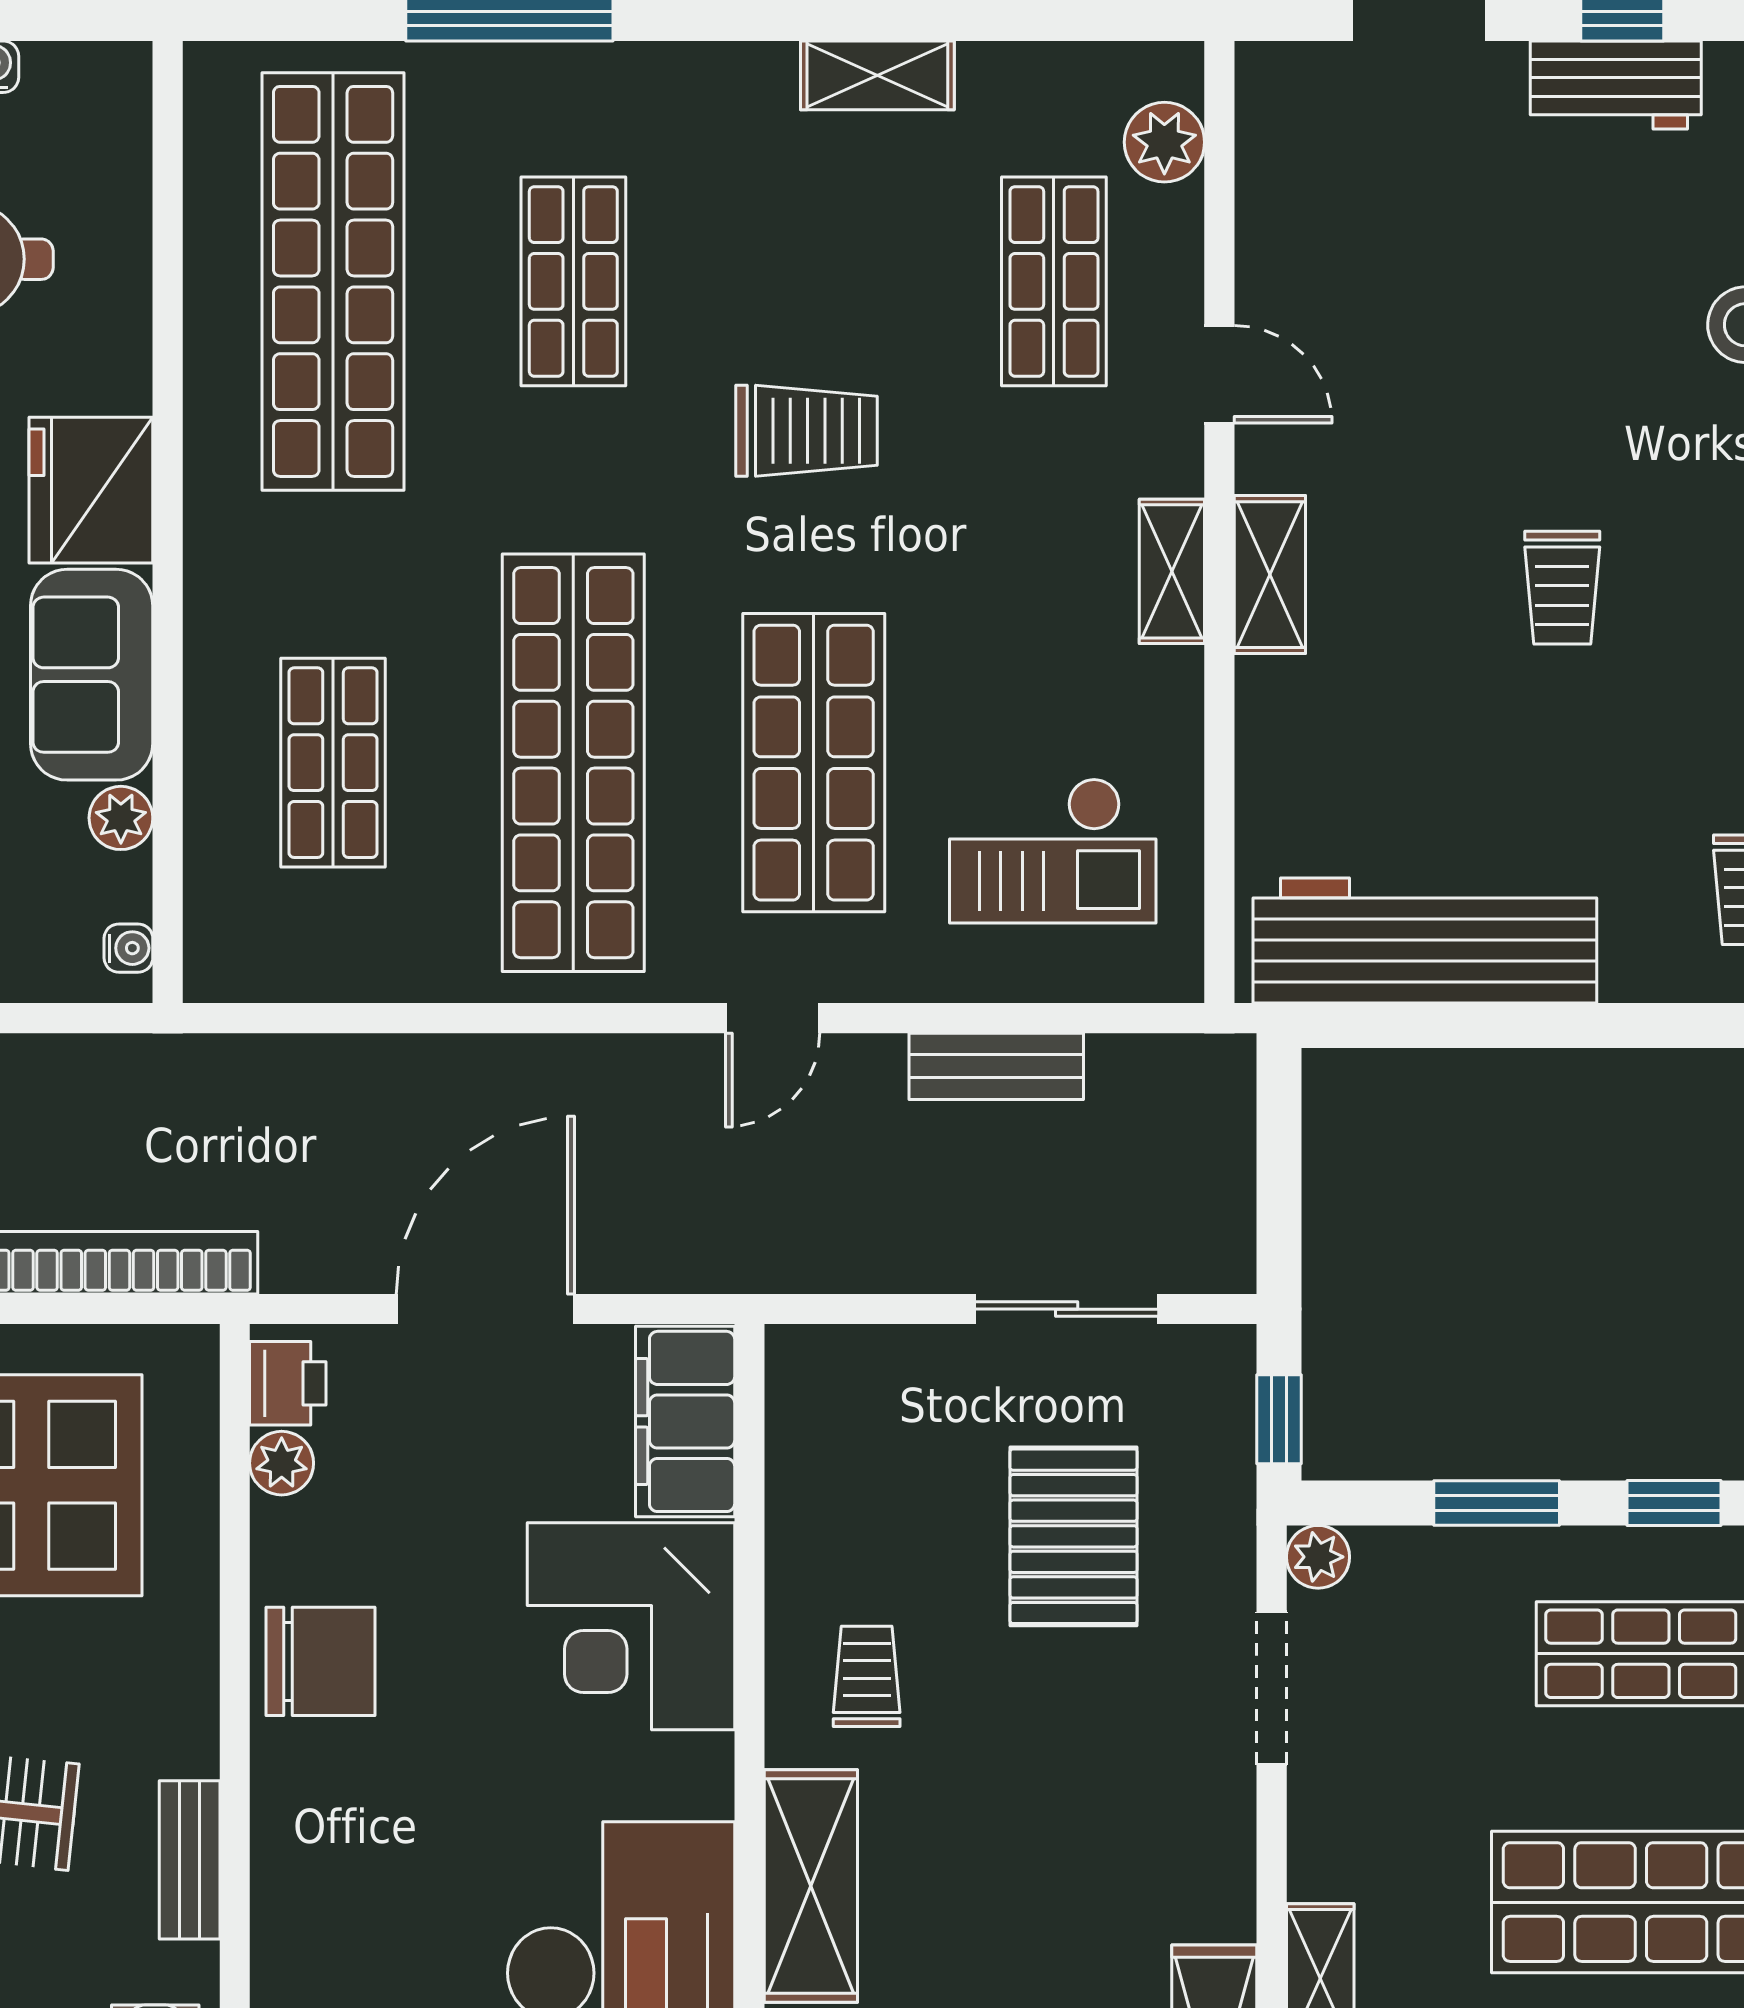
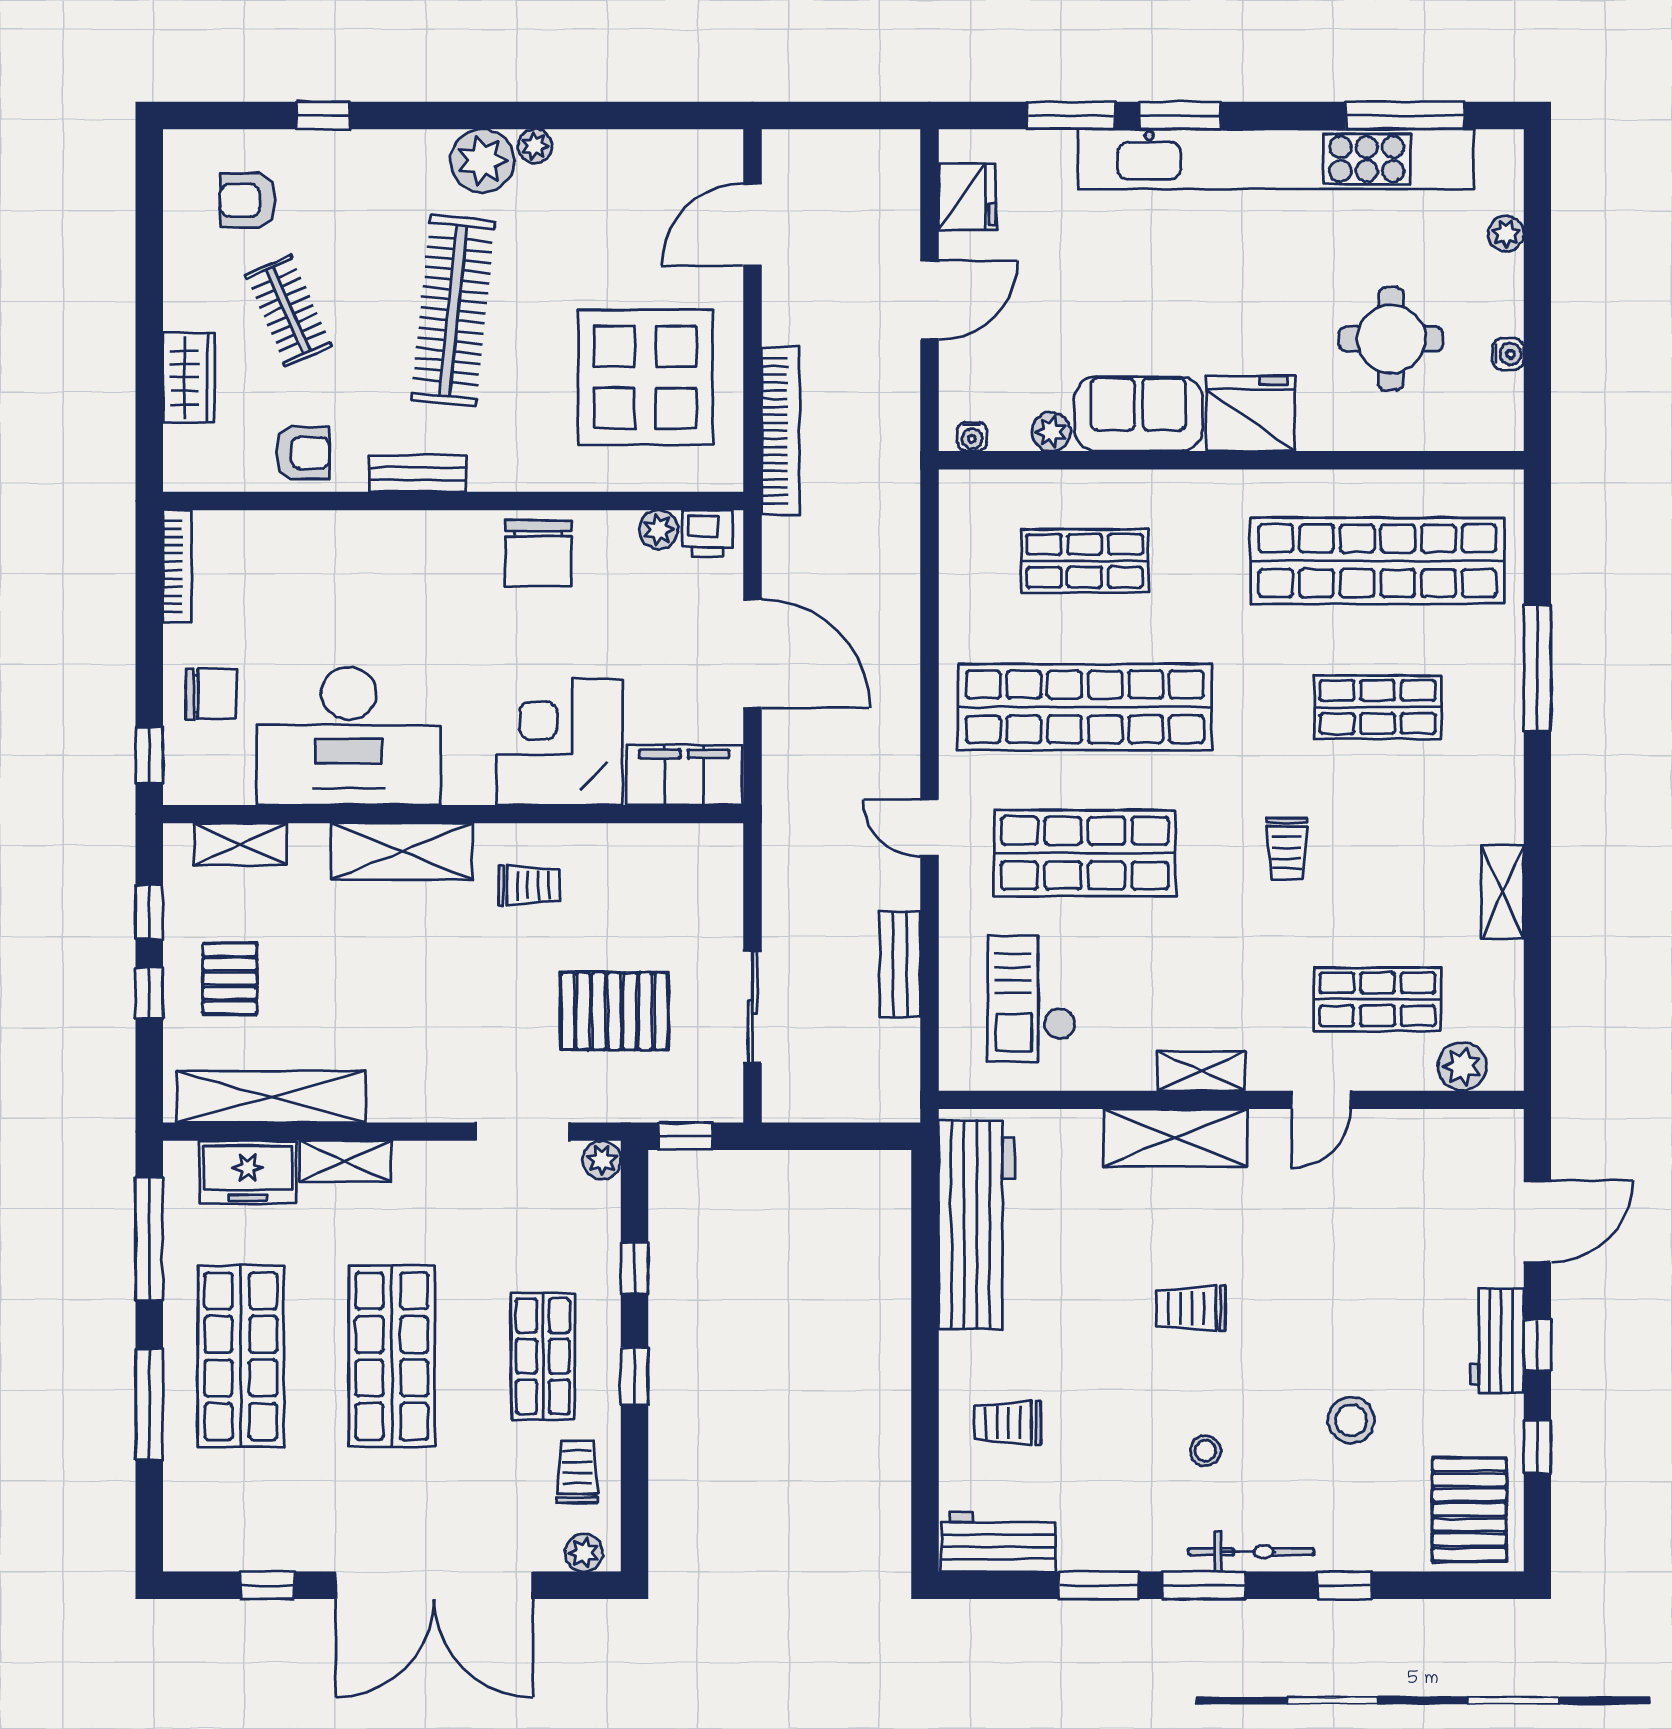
trolley: (806, 431) -> (1287, 849), width x0.73, depth x0.72
shelving: (1270, 575) -> (1175, 1138), width x1.50, depth x1.33
window: (1497, 1503) -> (635, 1269), width x0.67

